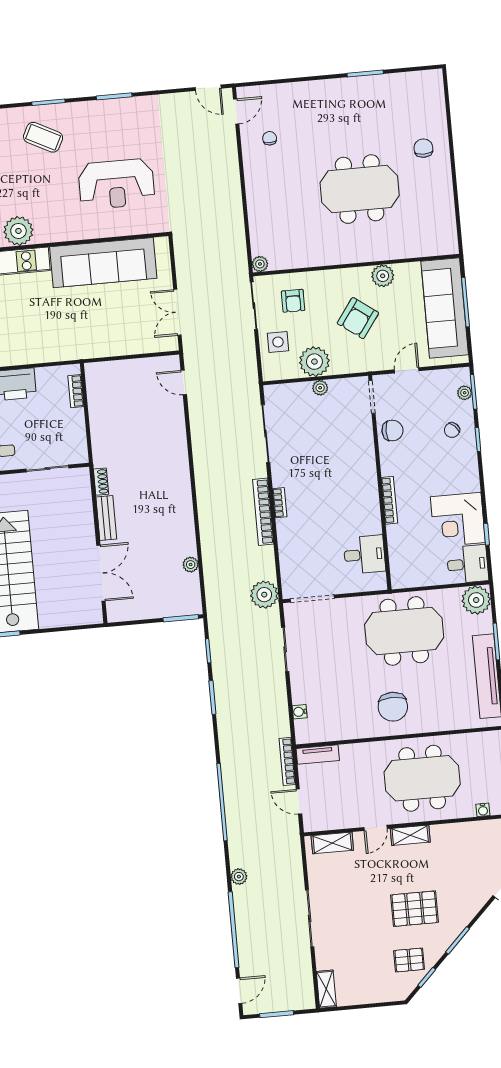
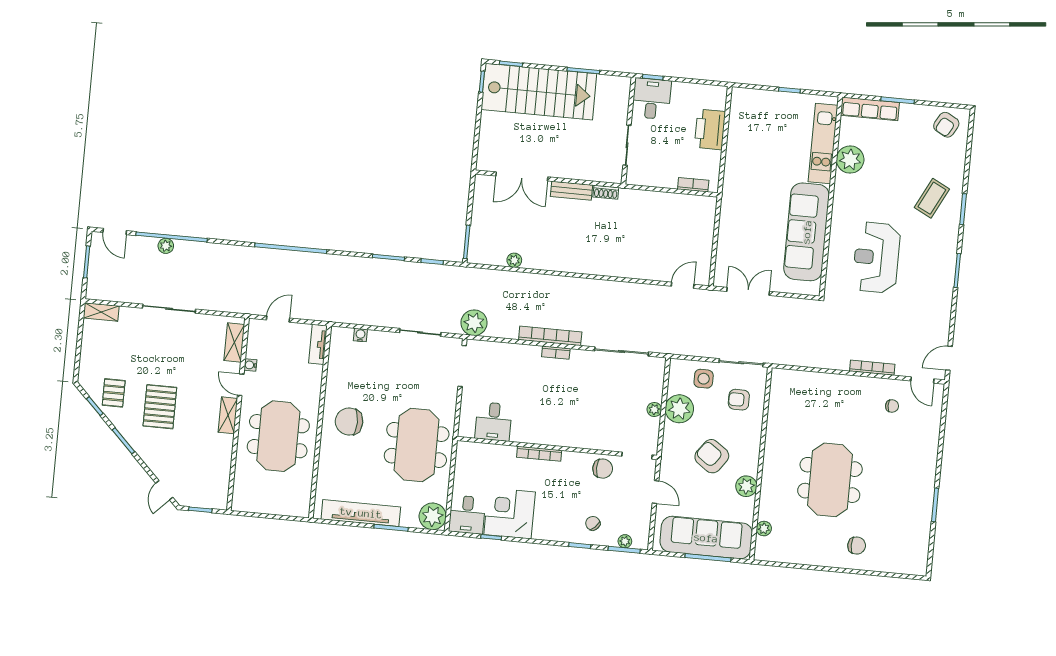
plant: (260, 264) -> (764, 529), moved
chair: (392, 431) -> (603, 469), turned -90
bookcase: (287, 761) -> (872, 368), moved
water cooler: (483, 810) -> (250, 365), moved
plant: (239, 877) -> (166, 246), moved

